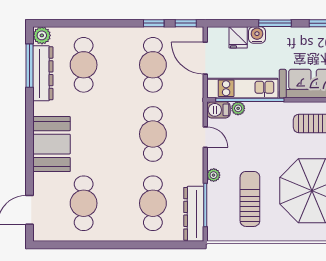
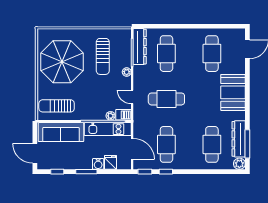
cafe table: (153, 134) -> (166, 99), turned 90

